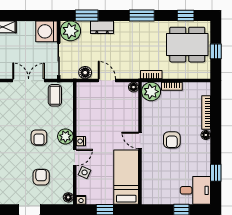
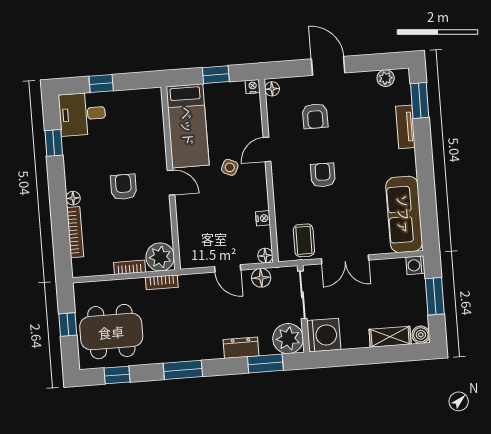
floor lamp: (134, 87) -> (265, 256), moved
plant: (65, 136) -> (283, 180), removed
nightstand: (81, 141) -> (263, 218), moved
side table: (85, 172) -> (230, 167), moved

